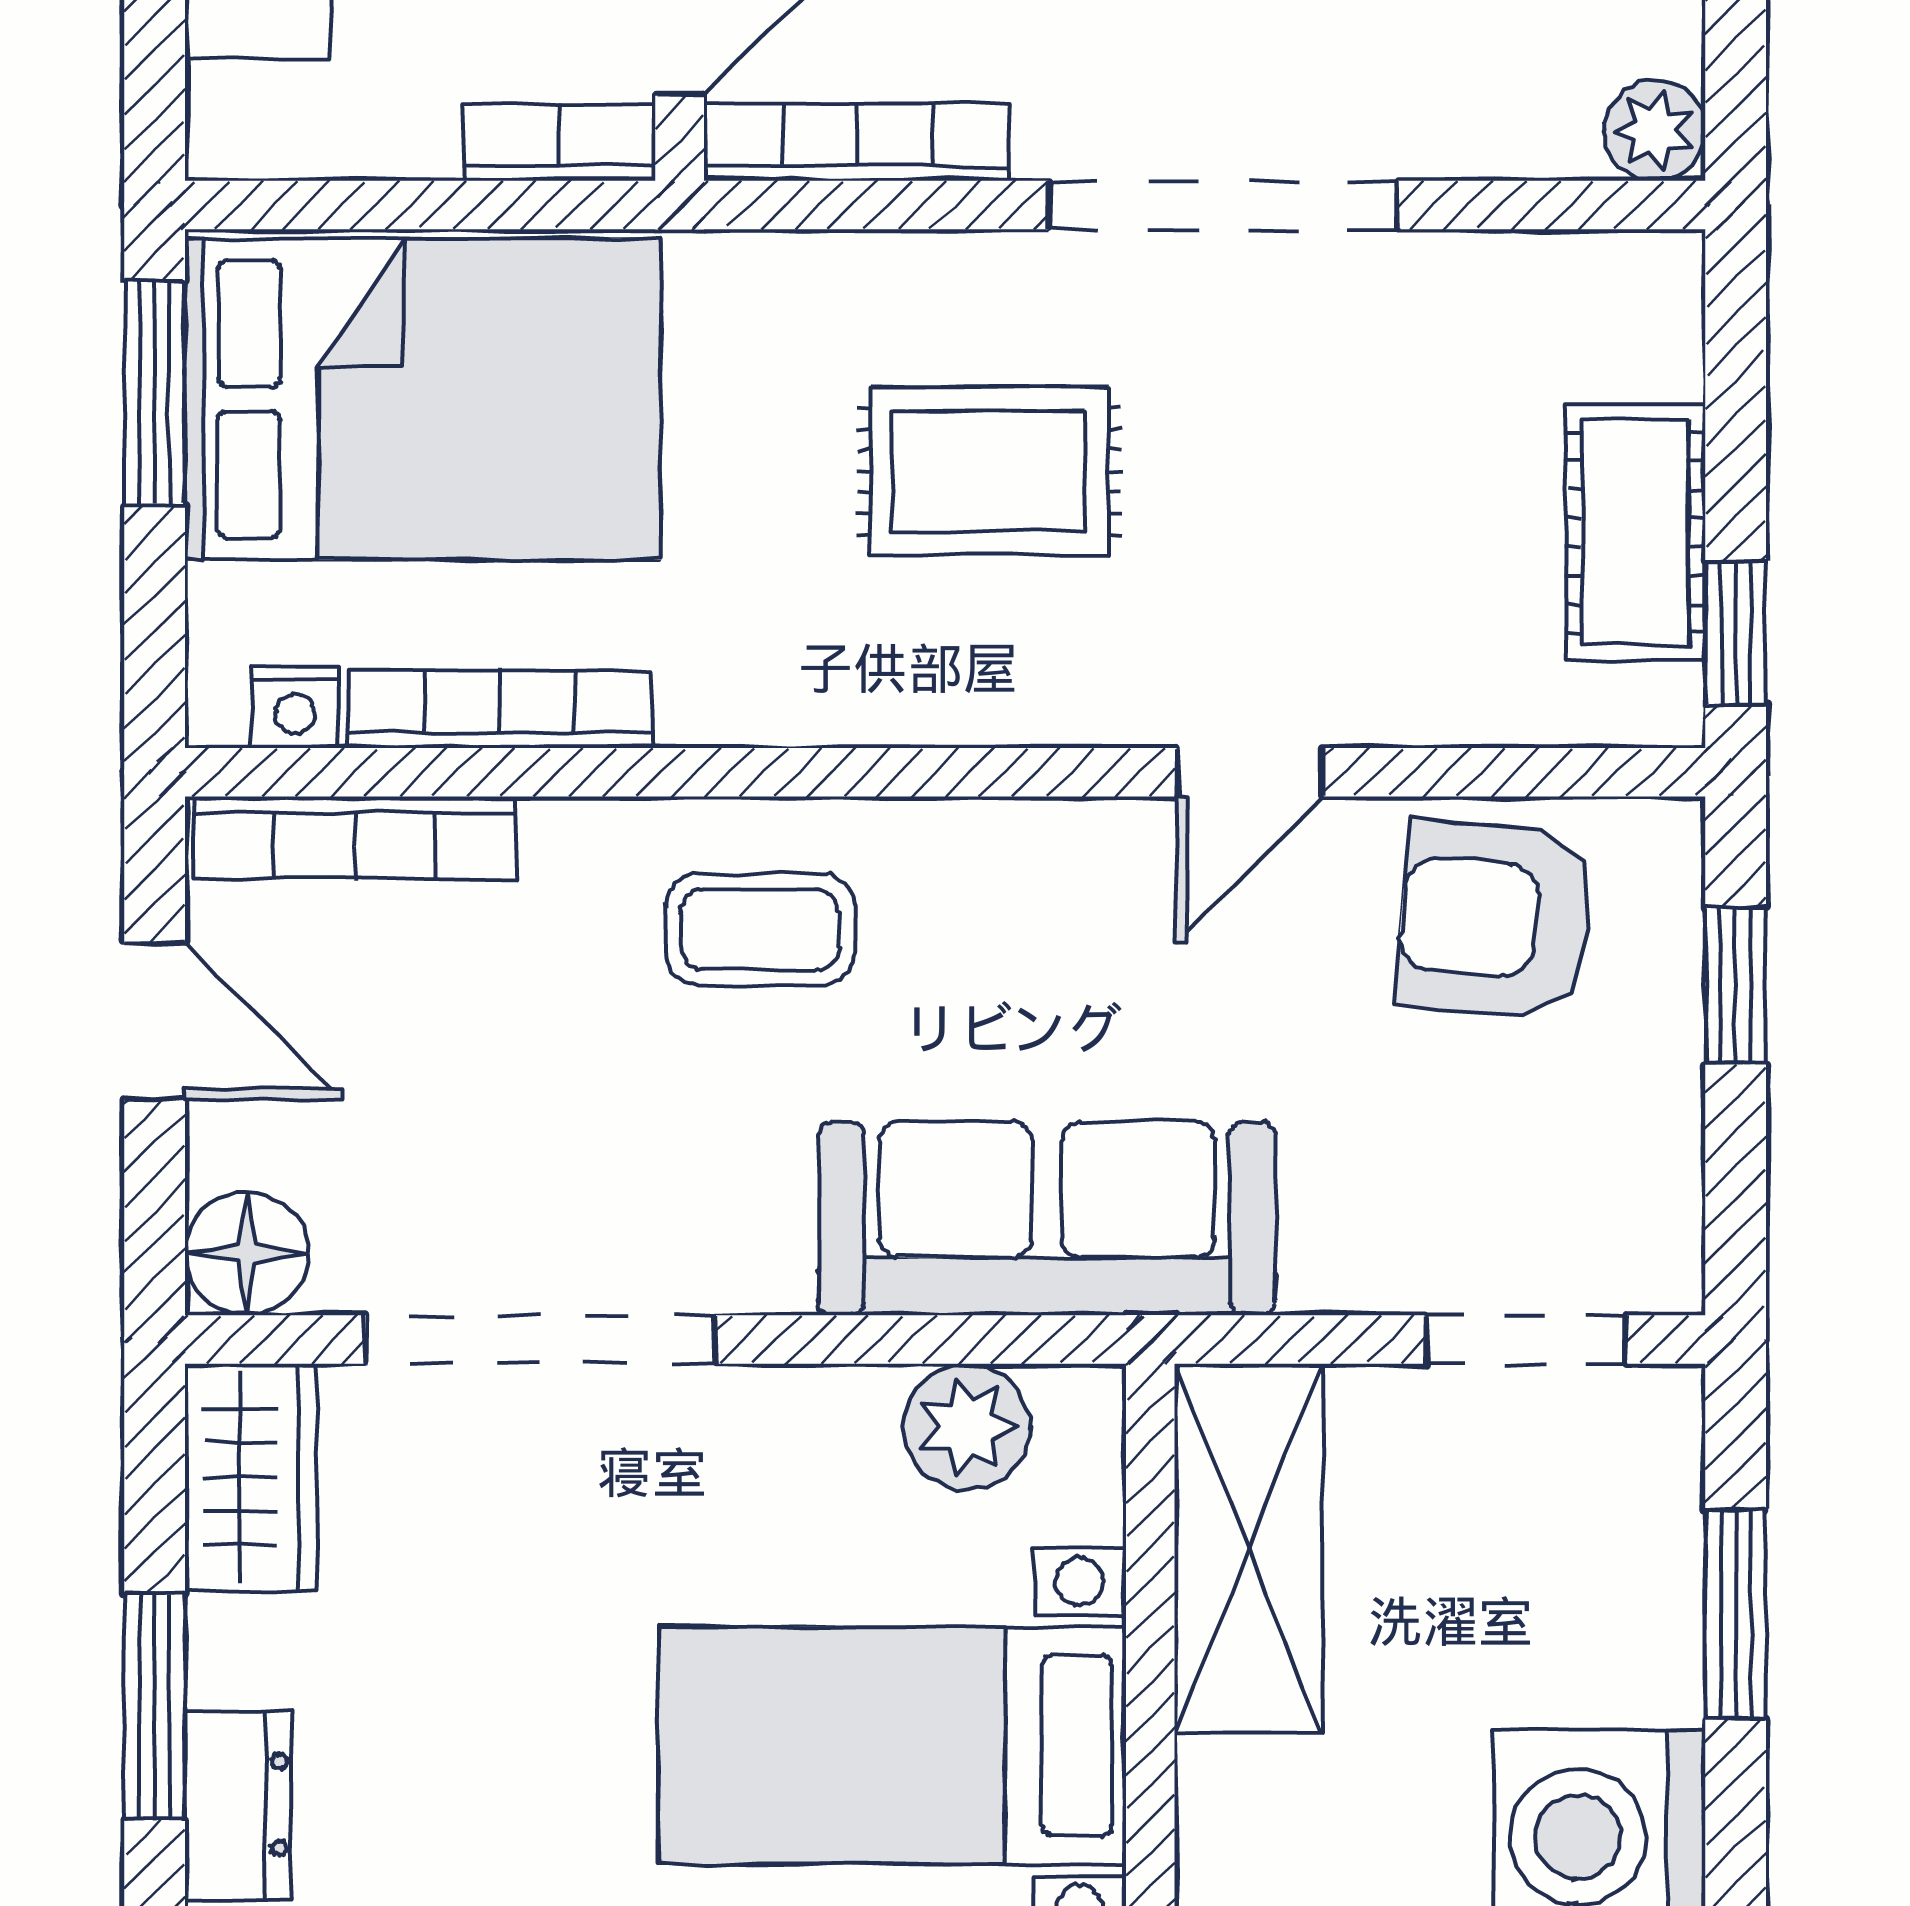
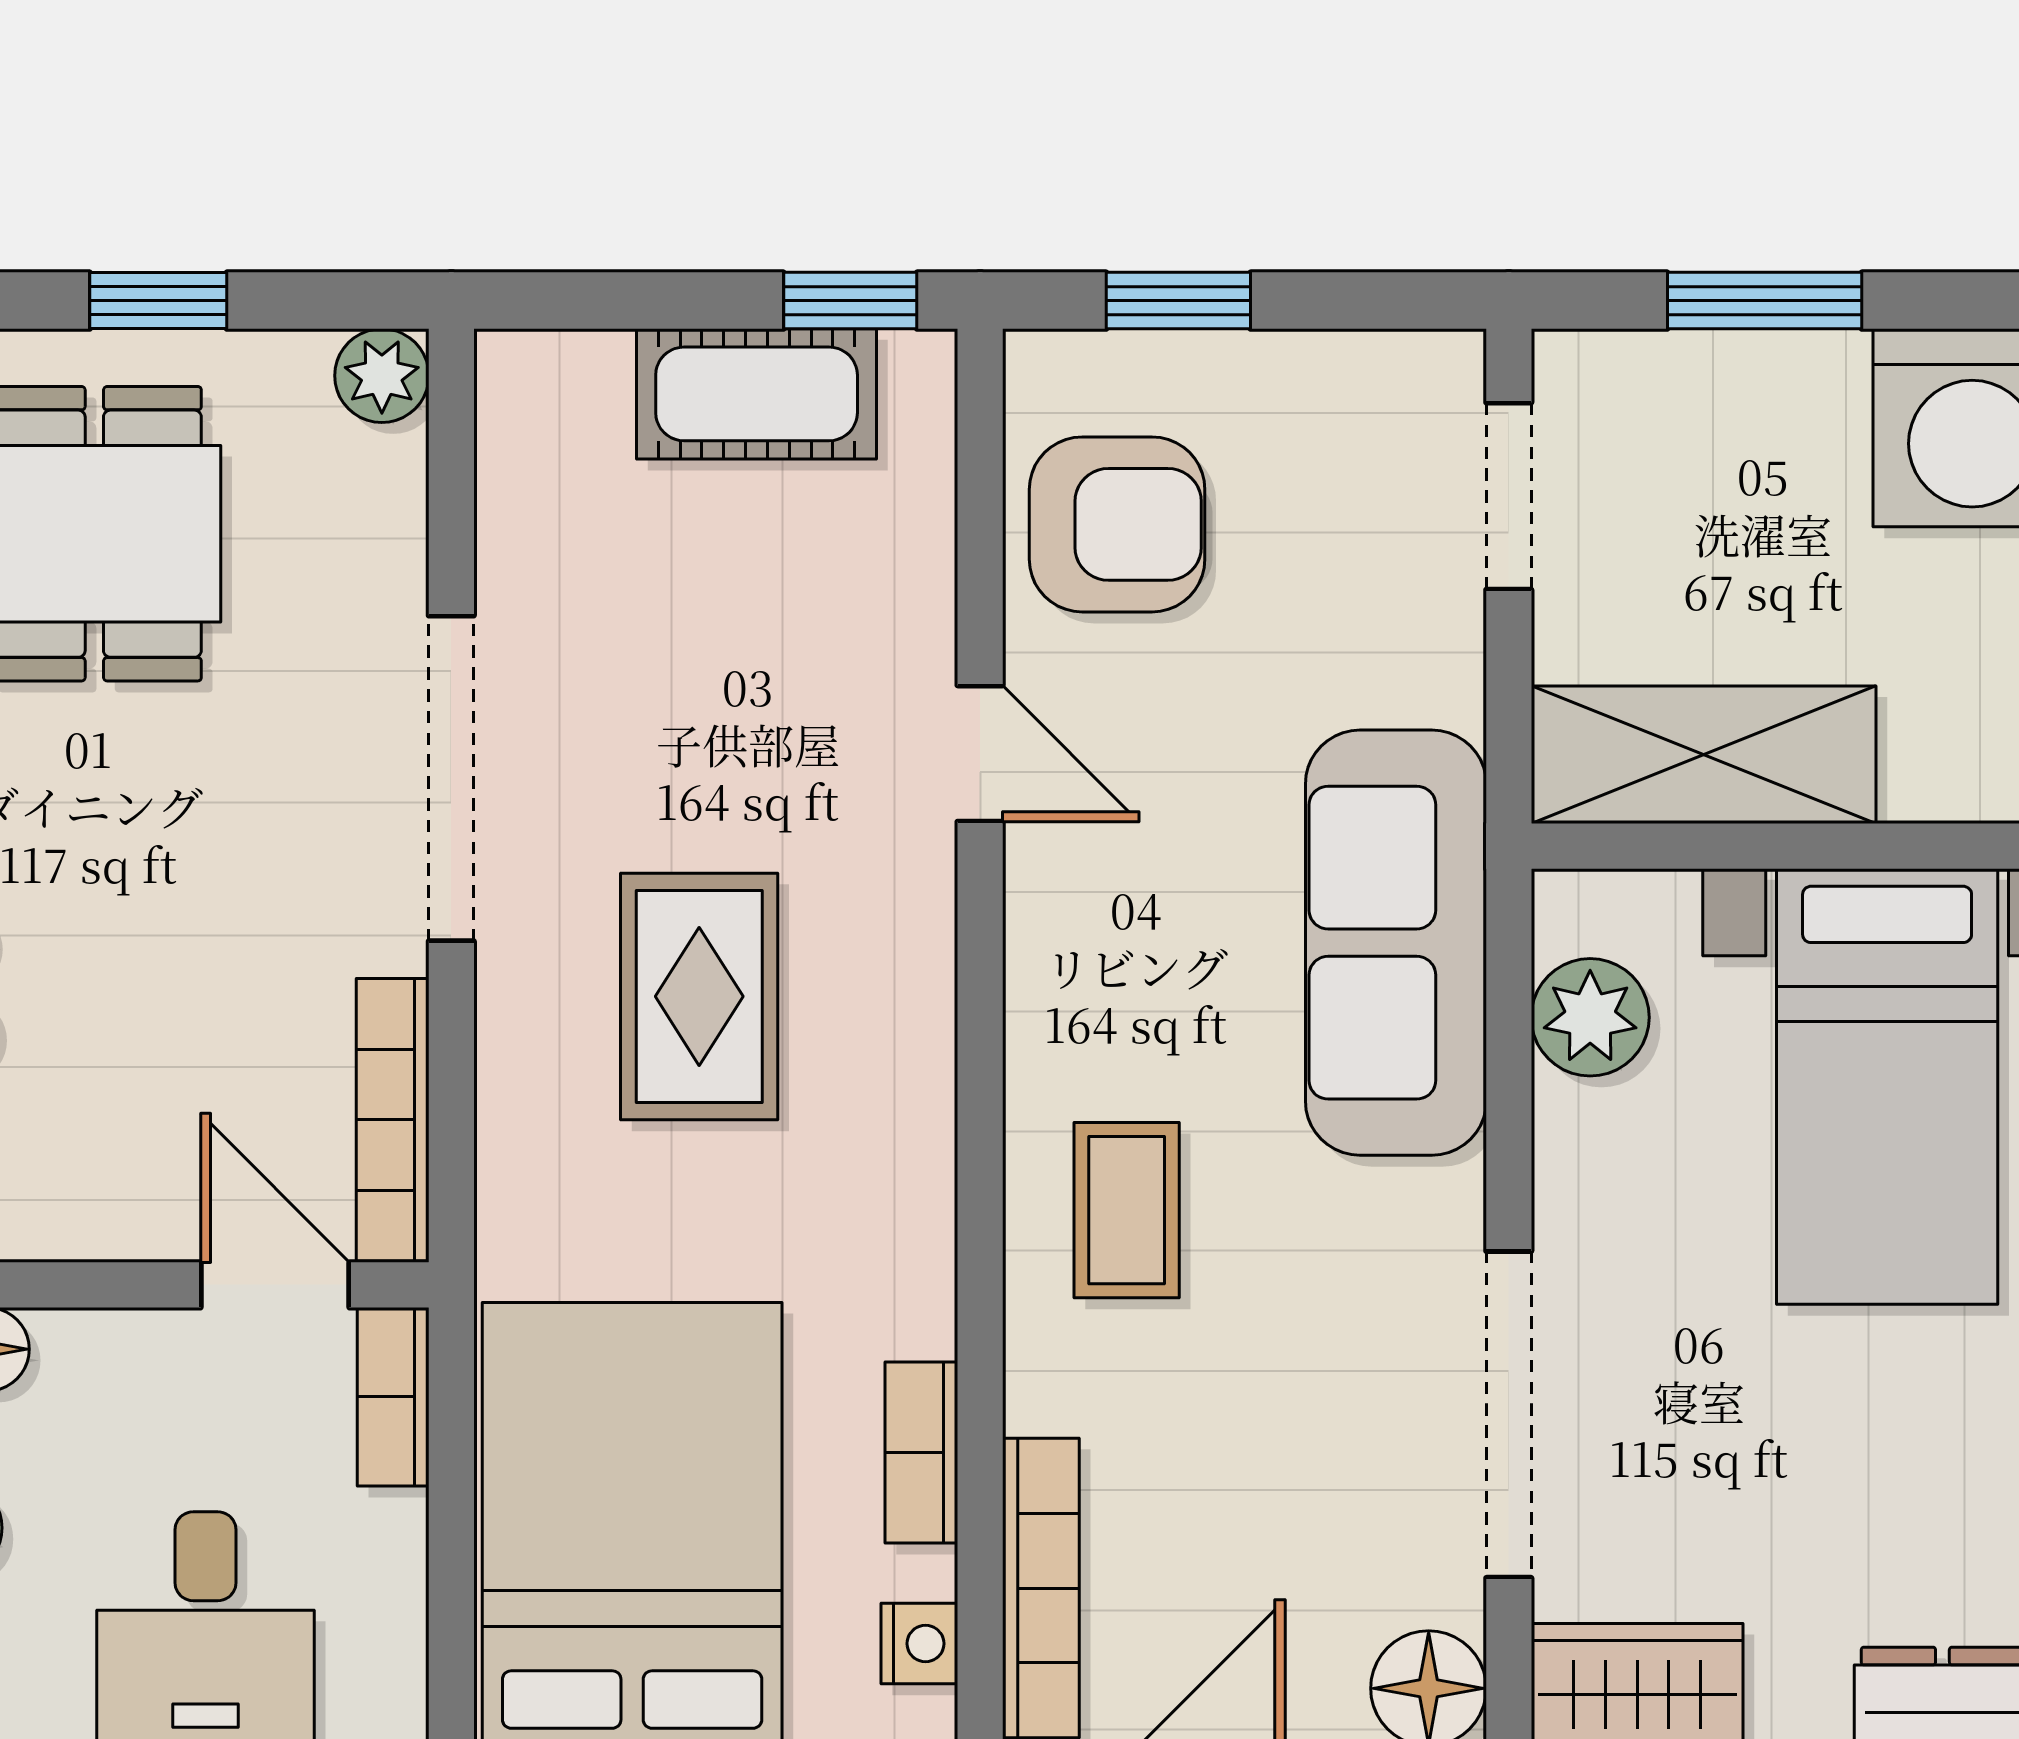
bookcase: (500, 709) -> (921, 1452), width x0.64
armchair: (1496, 919) -> (1117, 524), turned -95

